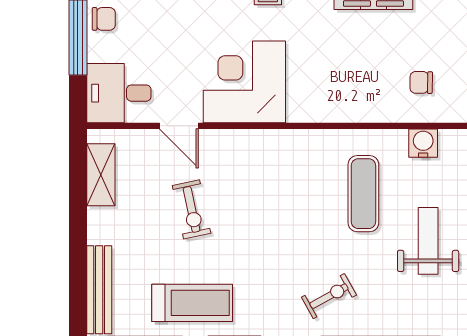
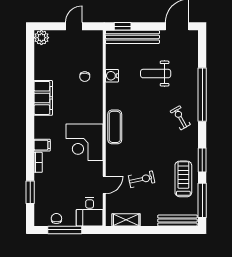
corner desk: (244, 82) -> (85, 142), moved
exercise mat: (363, 194) -> (115, 127), moved, turned 90

